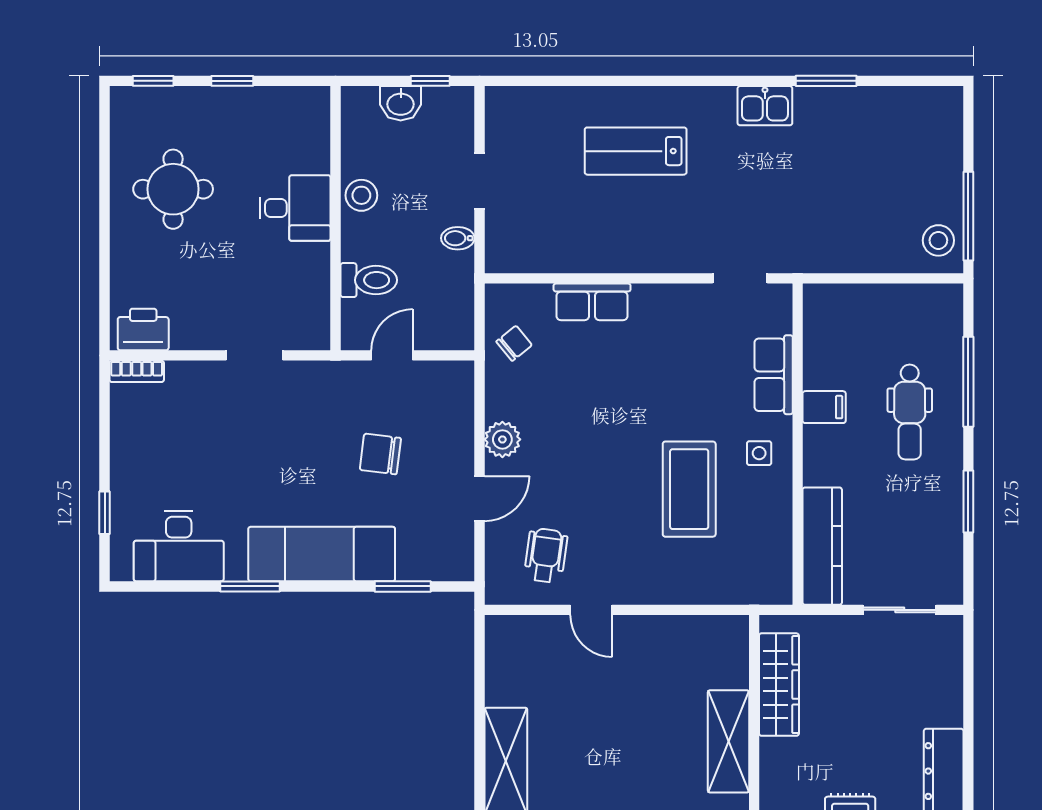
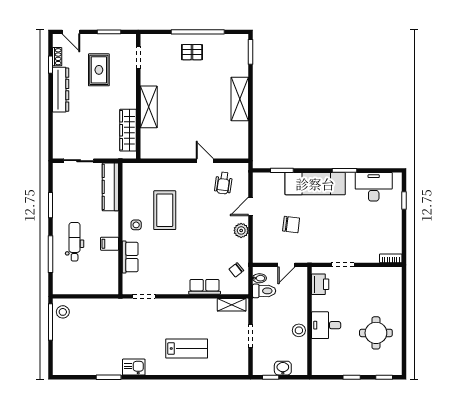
bidet: (458, 238) -> (259, 278), moved
shelving: (526, 258) -> (232, 305), added
toilet: (369, 280) -> (264, 291), moved, turned 180
printer: (143, 329) -> (320, 284), moved, turned -90

